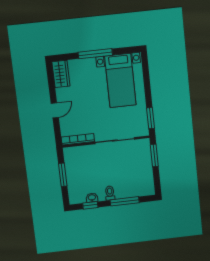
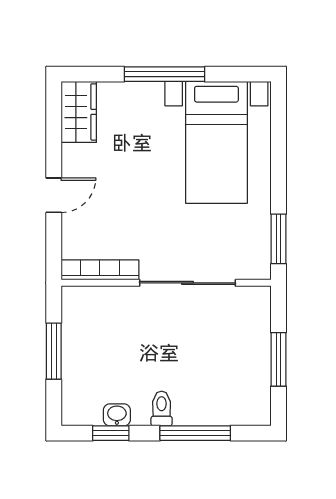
window: (154, 155) -> (278, 359), moved

